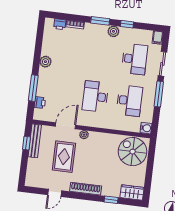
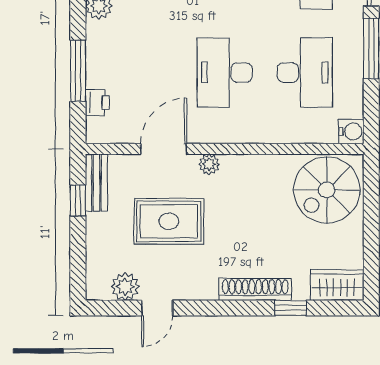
bench: (35, 141) -> (96, 183), width x0.73
spiral stairs: (133, 152) -> (327, 190), turned -90
rug: (64, 157) -> (169, 221), turned 90
plant: (42, 182) -> (125, 287), added
shoe rack: (86, 189) -> (255, 289), moved

